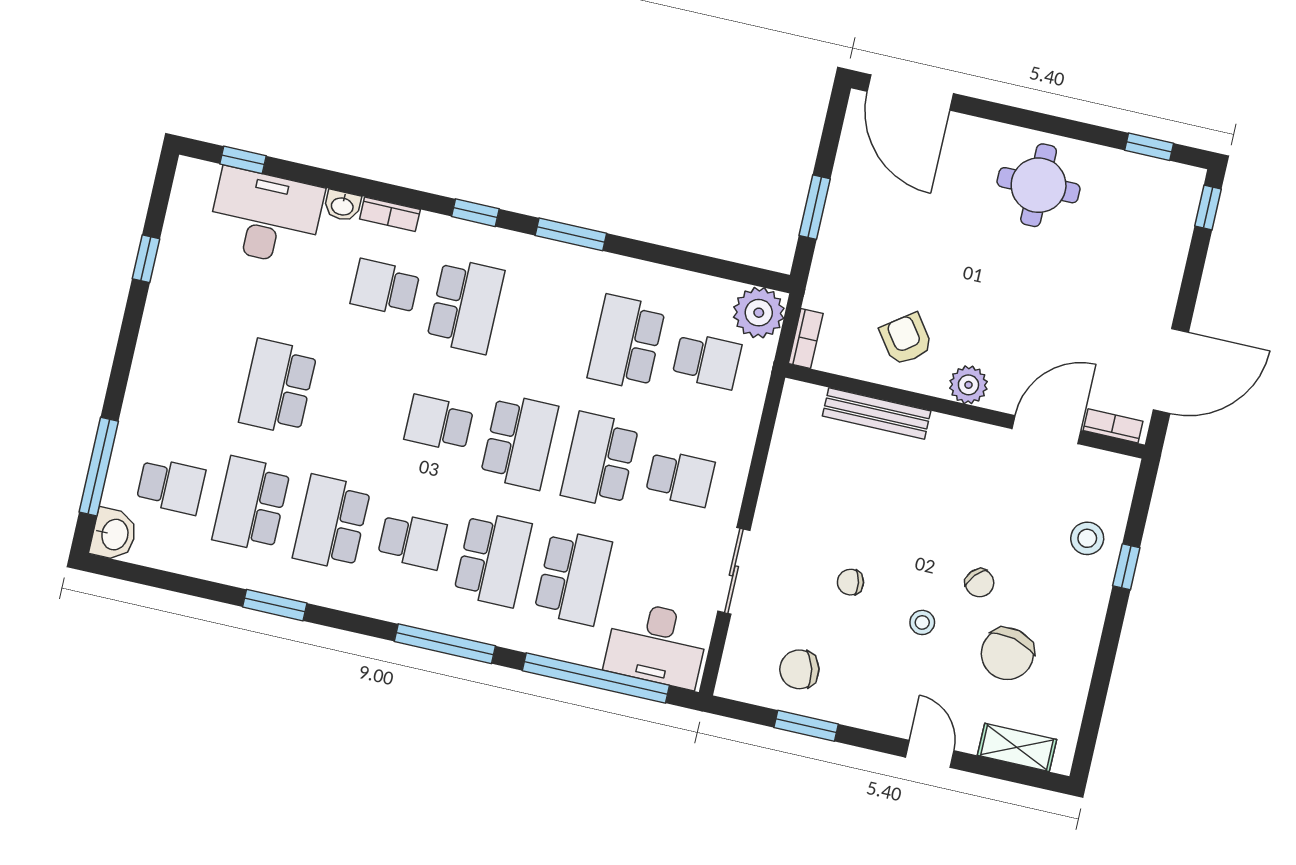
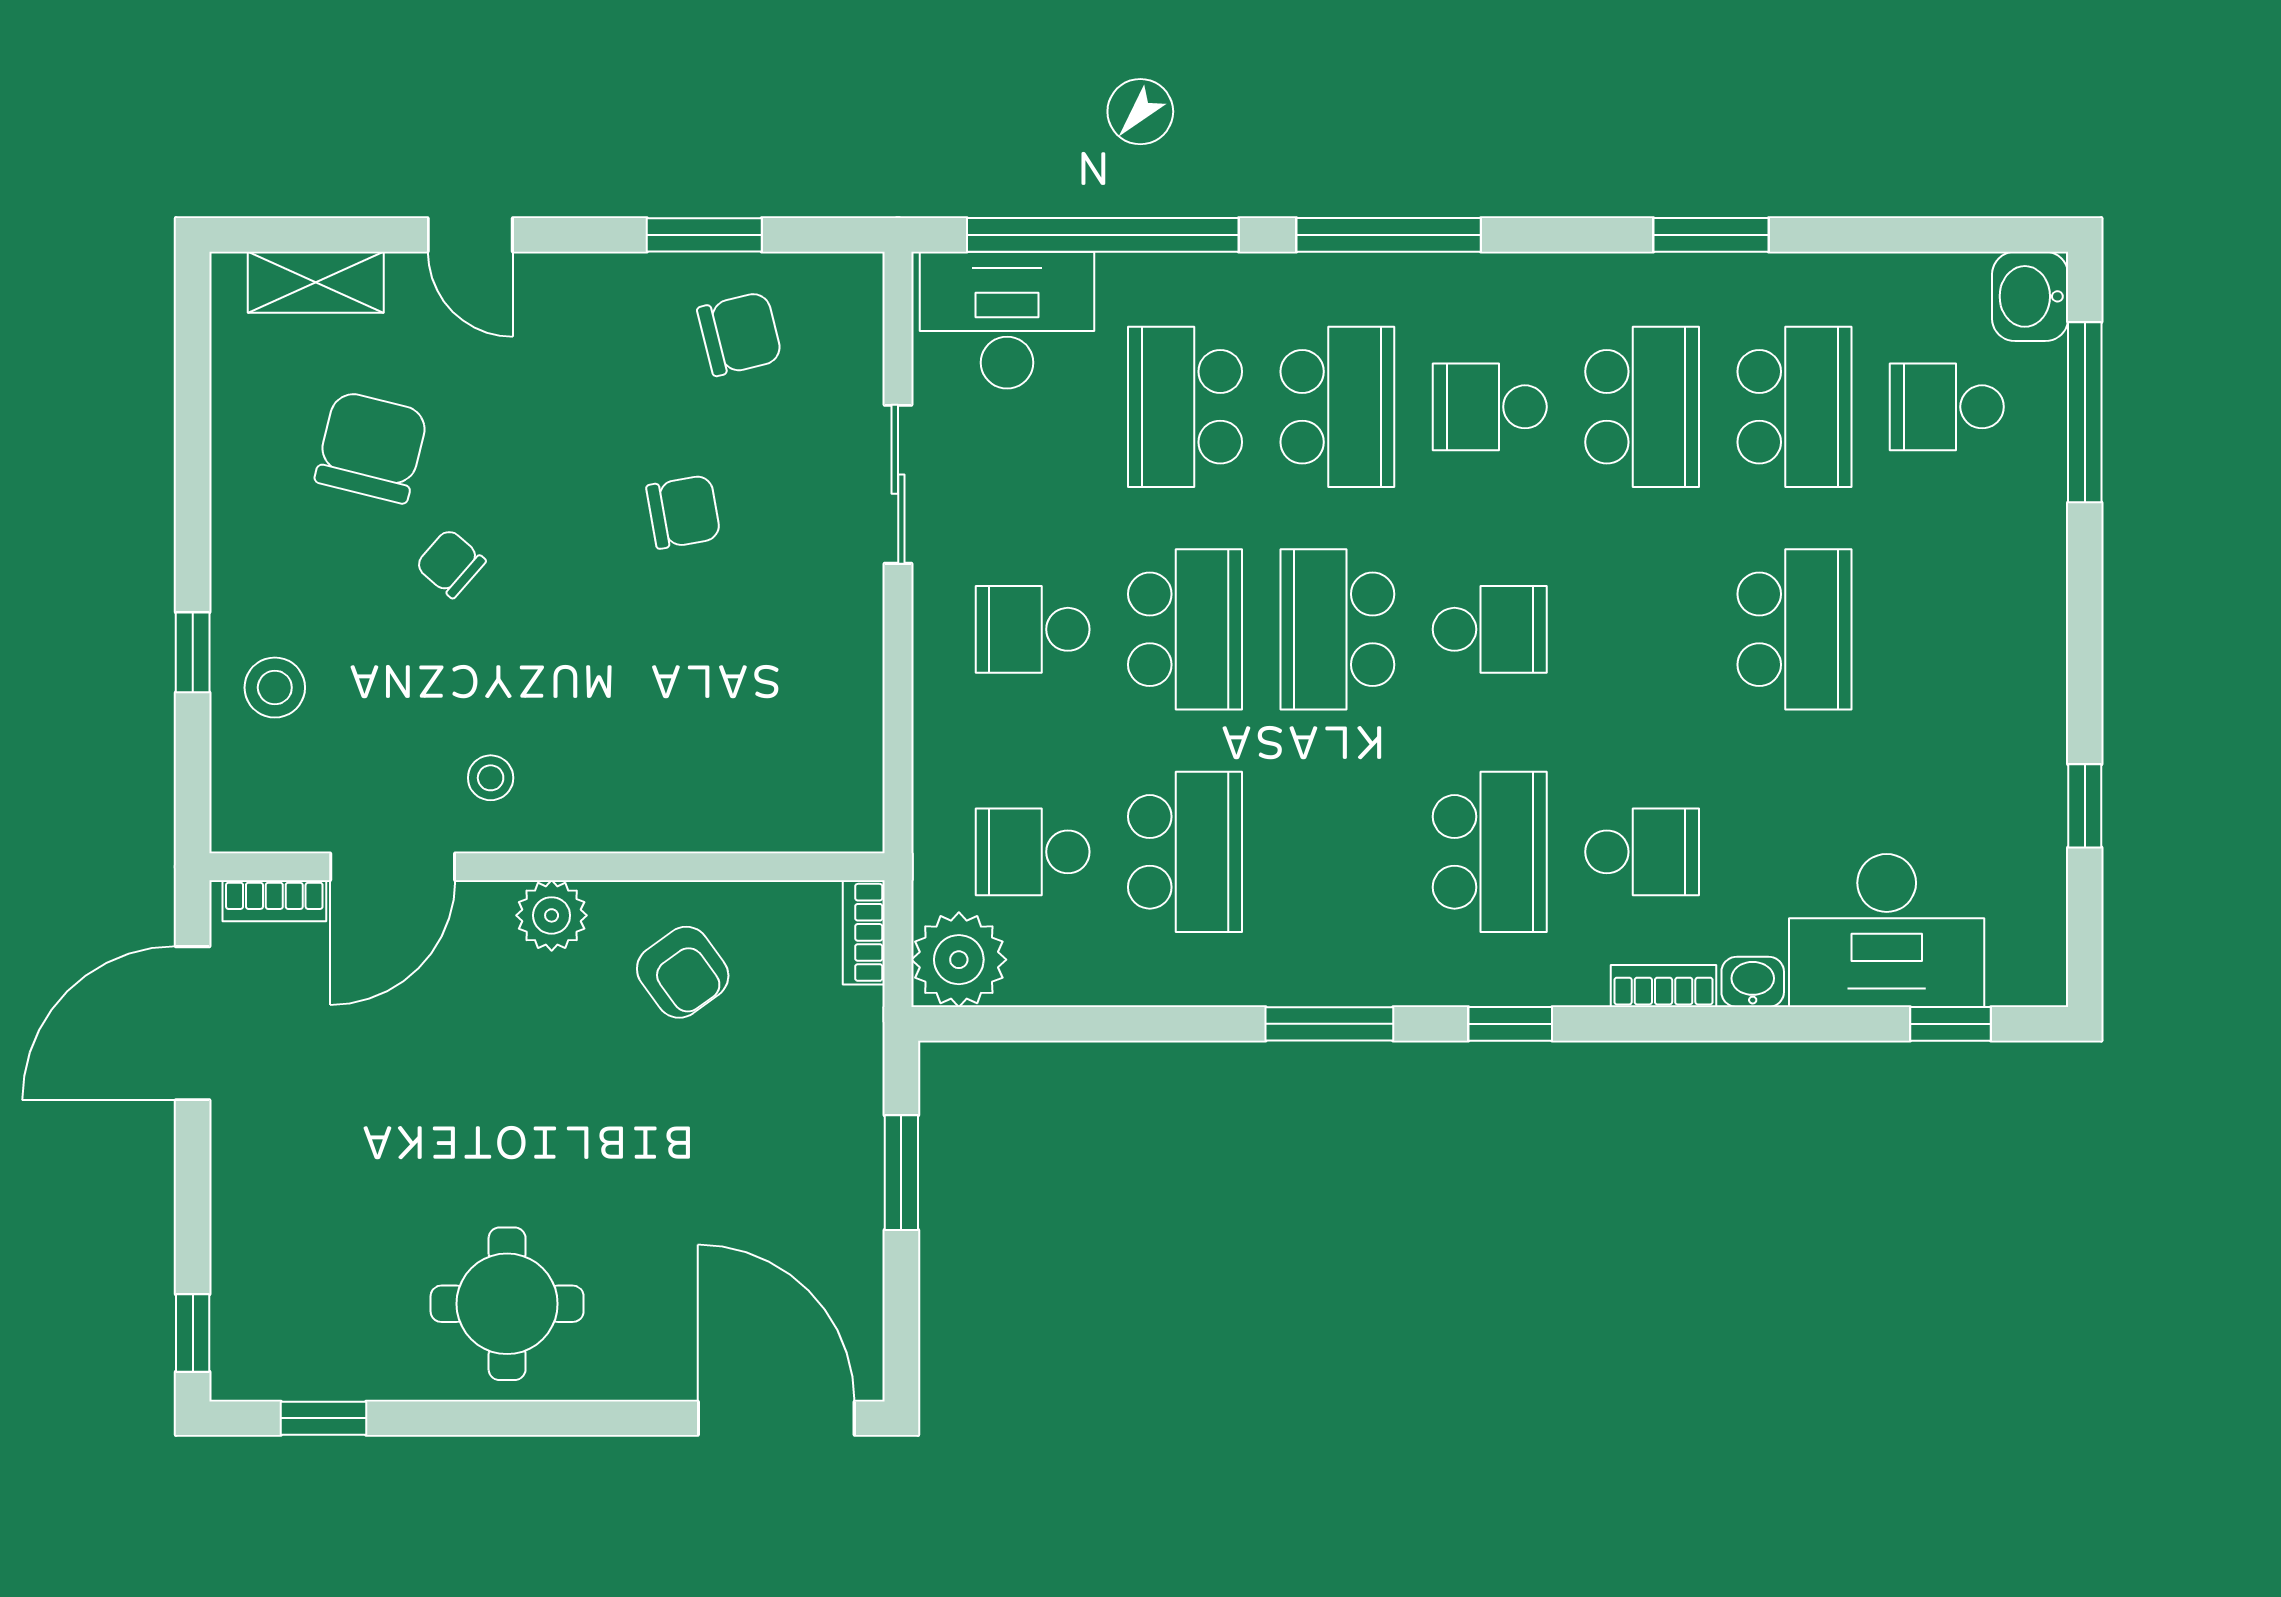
school desk: (466, 306) -> (1490, 852), turned 180
bench: (877, 413) -> (705, 826), removed
school desk: (493, 559) -> (1337, 407), turned 180
chair: (850, 582) -> (683, 512), width x1.37, depth x1.37
stool: (922, 622) -> (491, 778), moved

